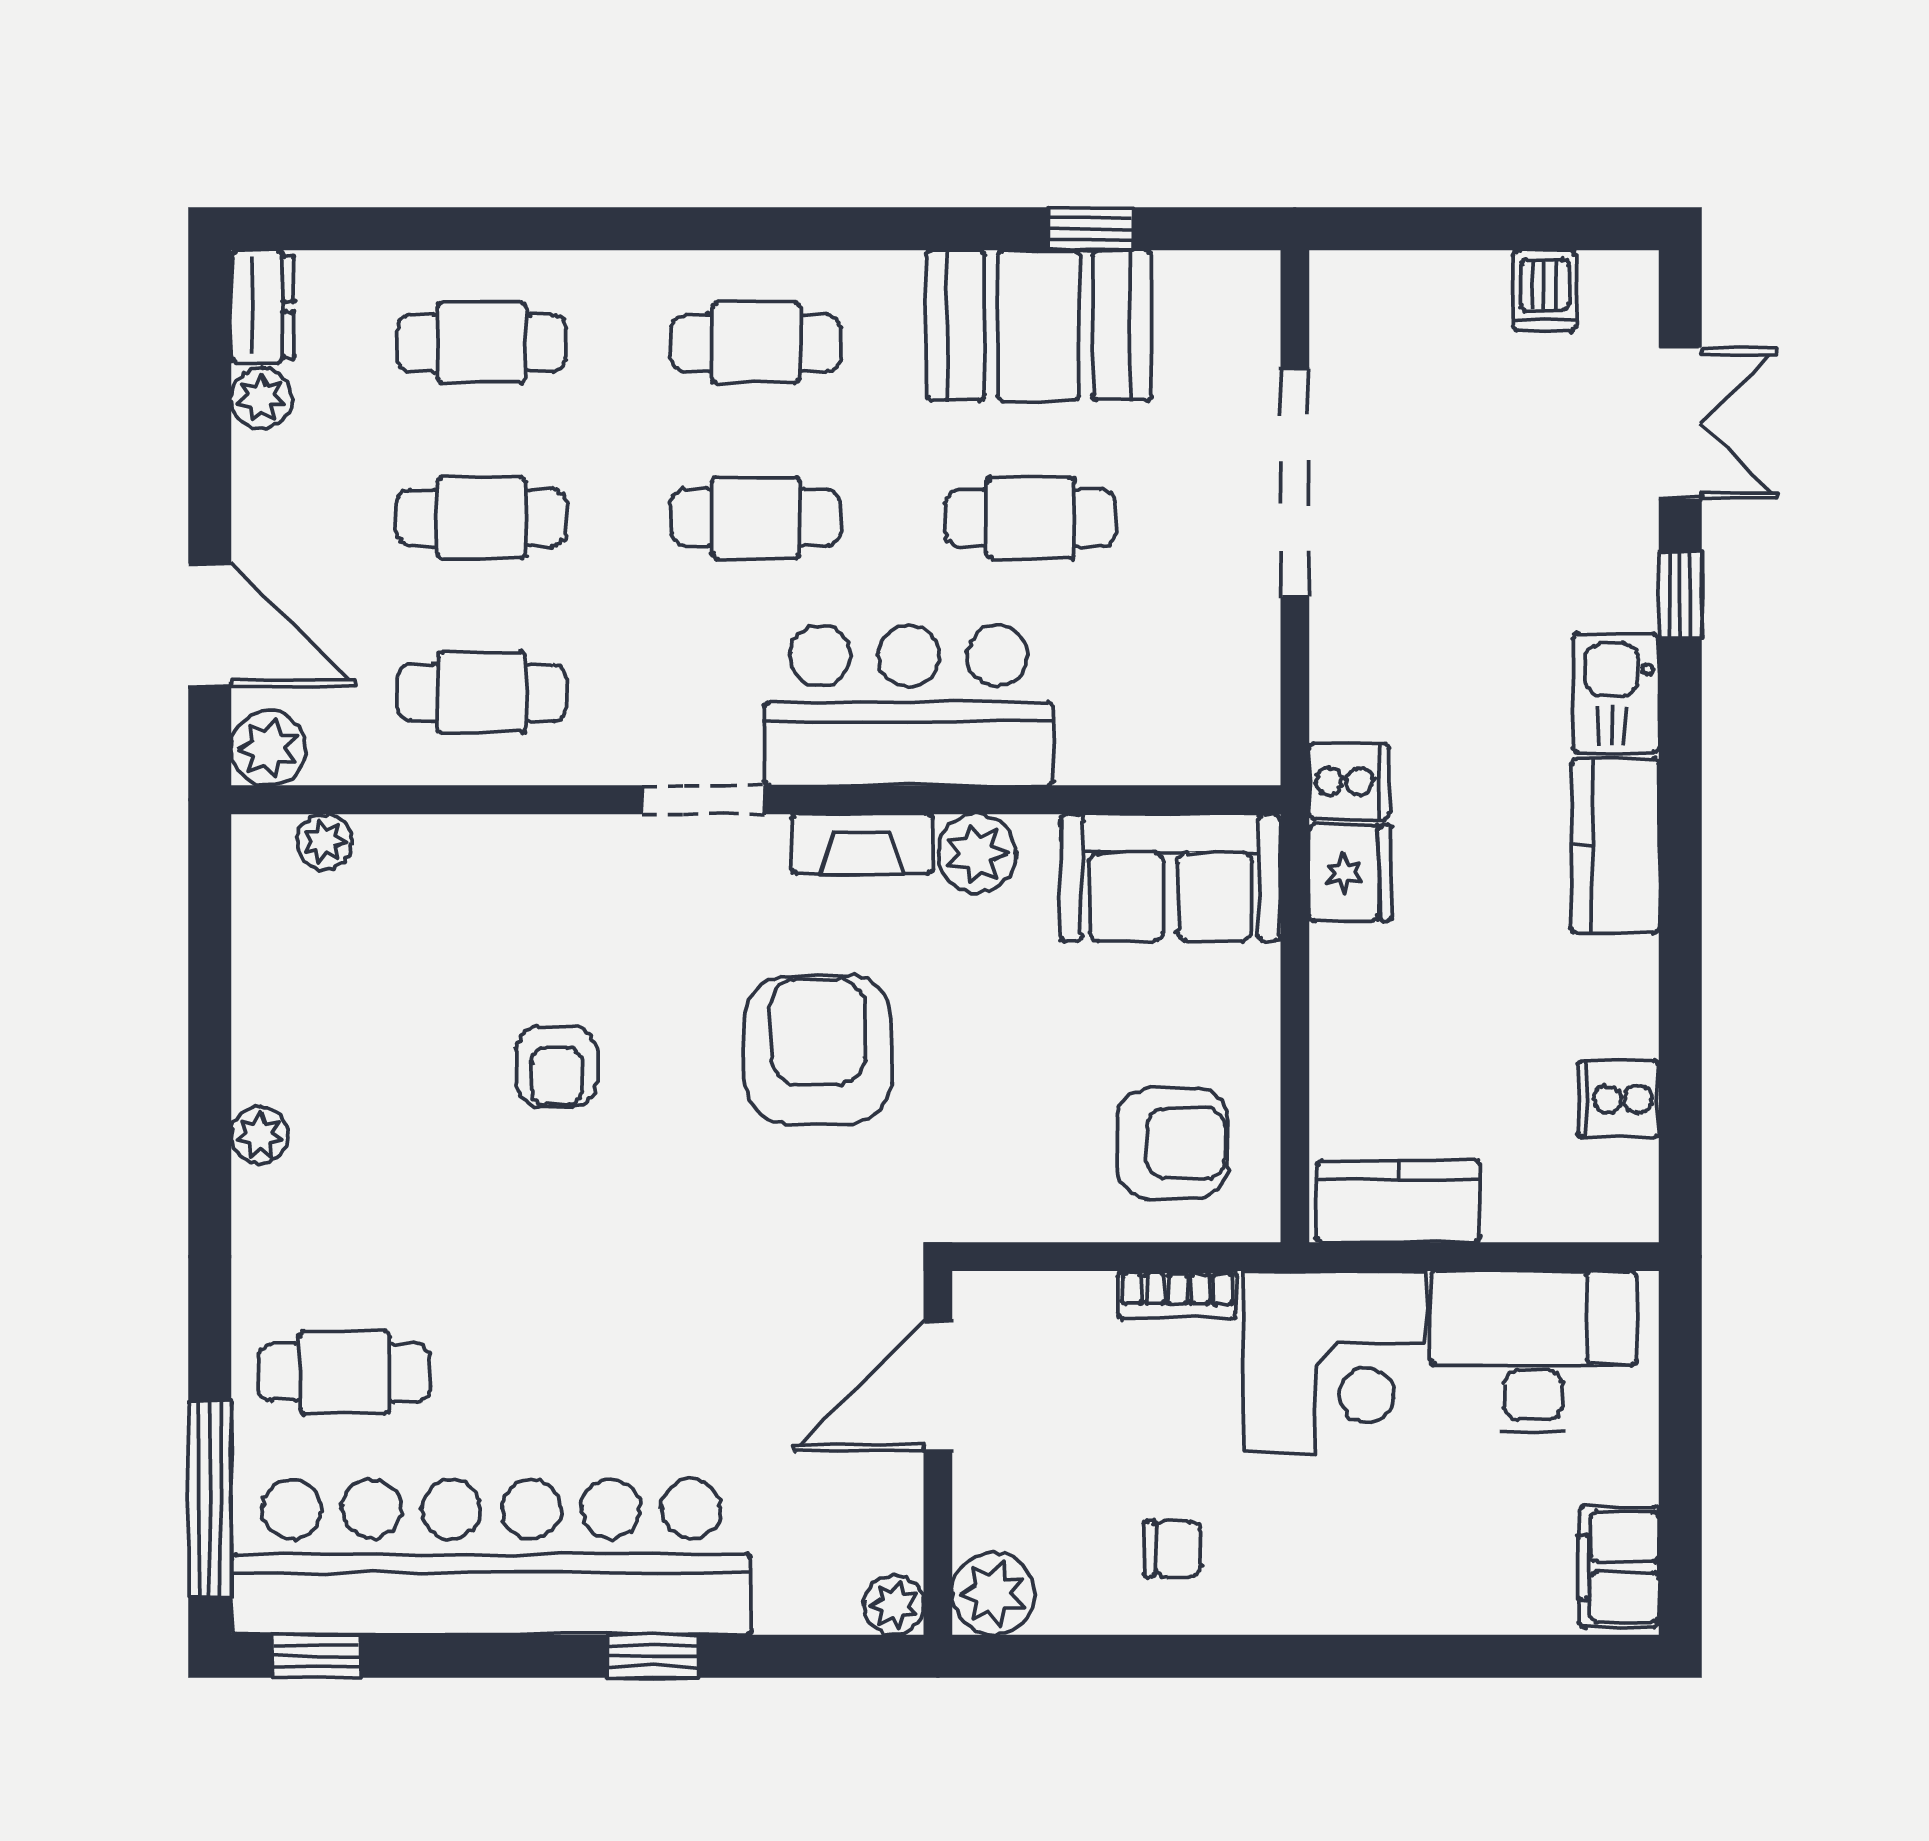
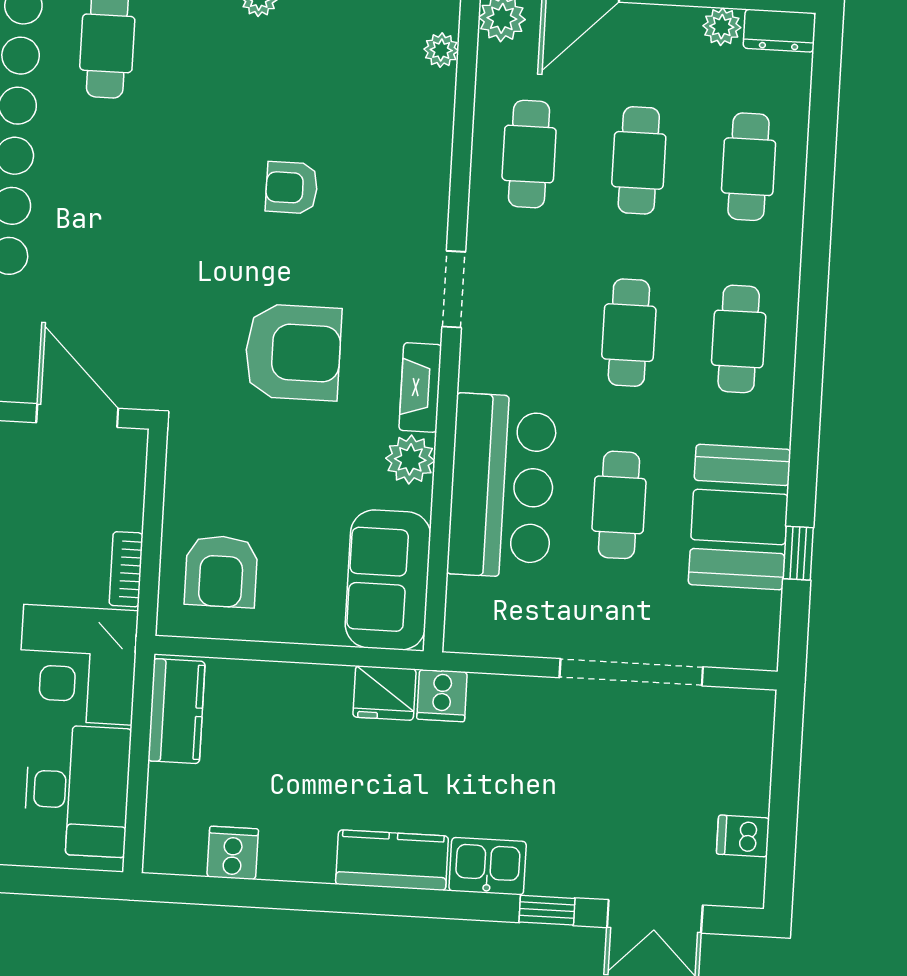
bar counter: (909, 705) -> (502, 486), moved

